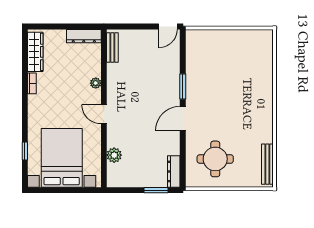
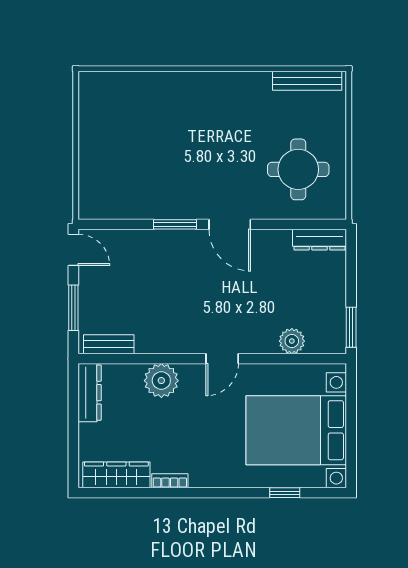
window: (134, 27) -> (73, 308), added
plant: (96, 83) -> (161, 381), width x1.87, depth x1.87
window: (156, 190) -> (351, 327), moved

